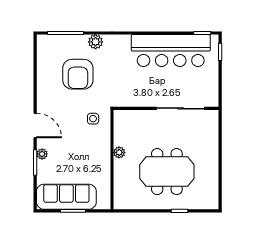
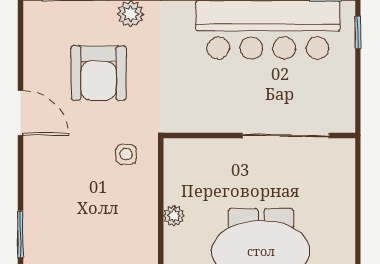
door: (35, 125) -> (21, 113), moved
plant: (42, 154) -> (33, 219), removed

